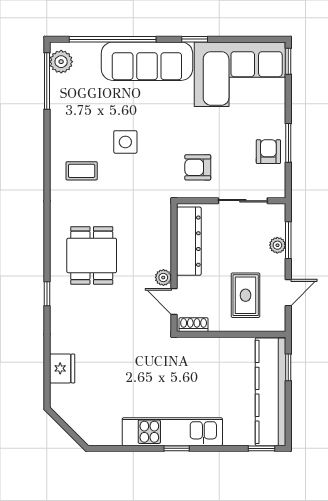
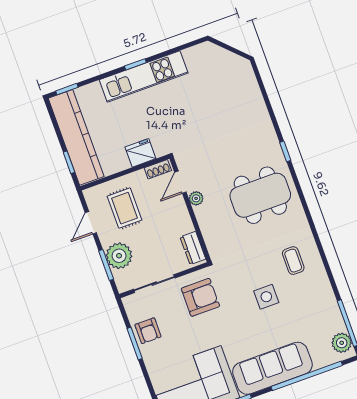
armchair: (198, 167) -> (200, 297), width x1.38, depth x1.38
coffee table: (82, 171) -> (293, 261), turned 90
dresser: (189, 241) -> (193, 248), width x0.51, depth x0.80
plant: (277, 245) -> (119, 256), width x1.87, depth x1.87
dining table: (92, 255) -> (260, 195), width x1.38
door: (174, 301) -> (180, 182), swing flipped
fridge: (62, 368) -> (140, 153), moved, turned 90

